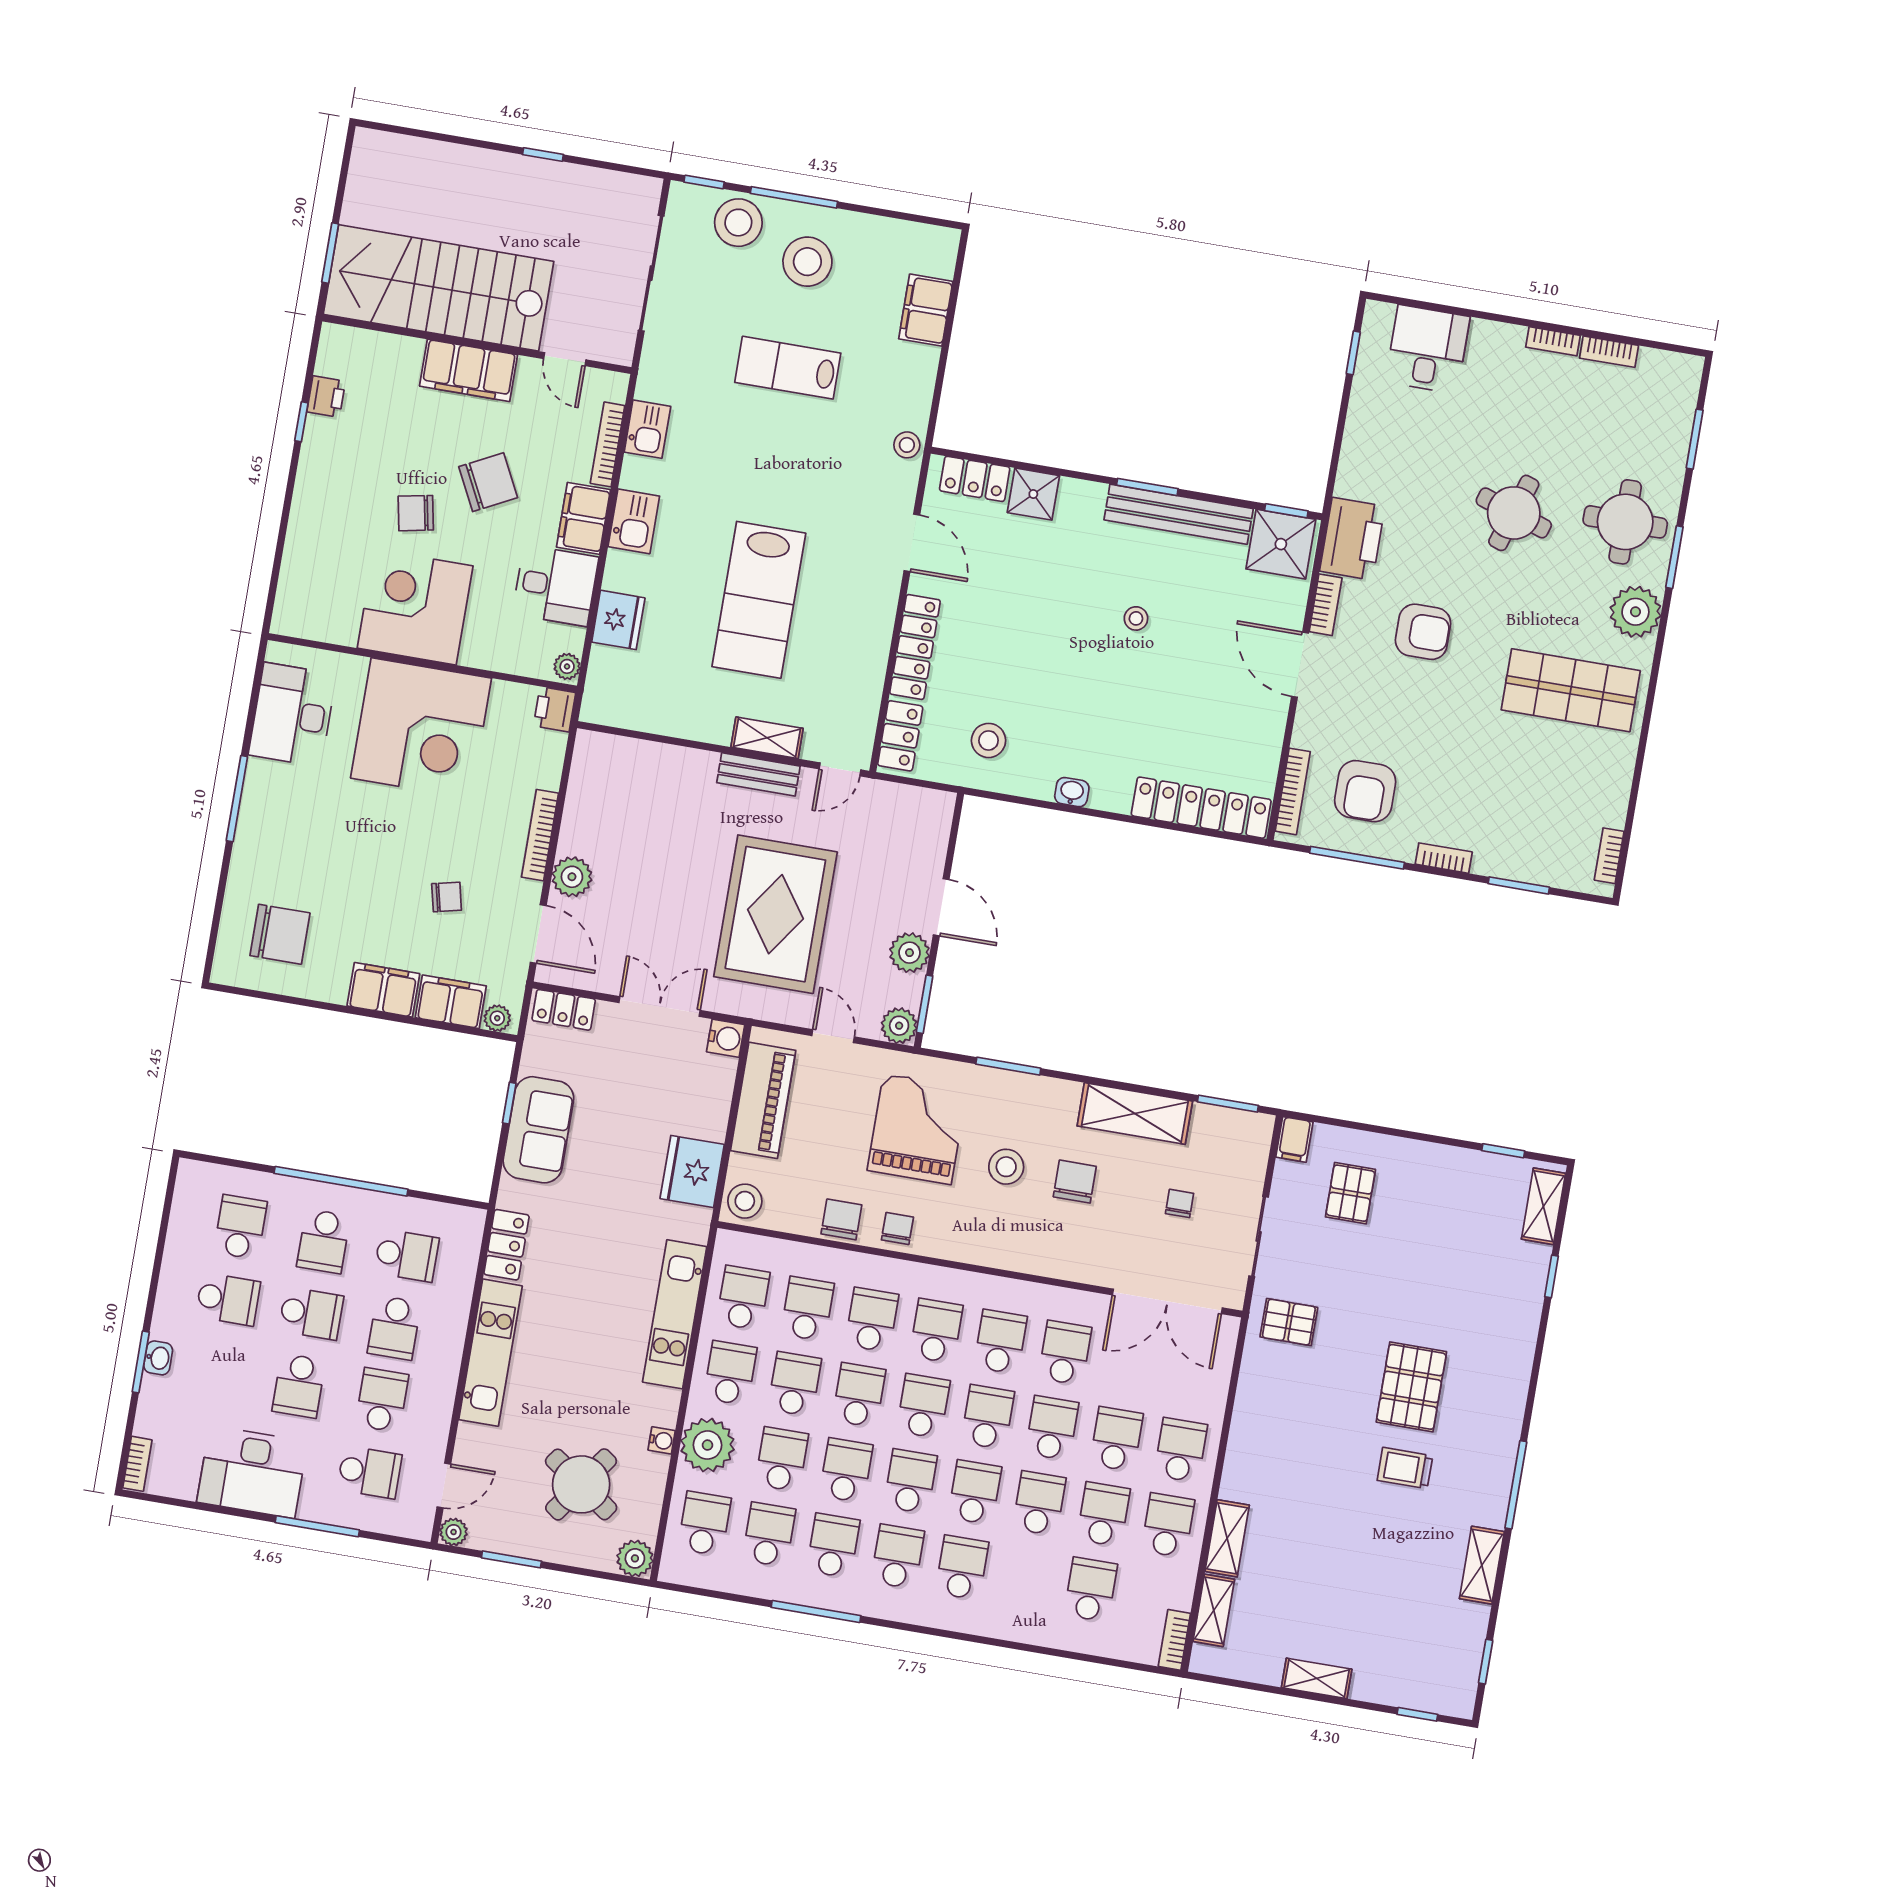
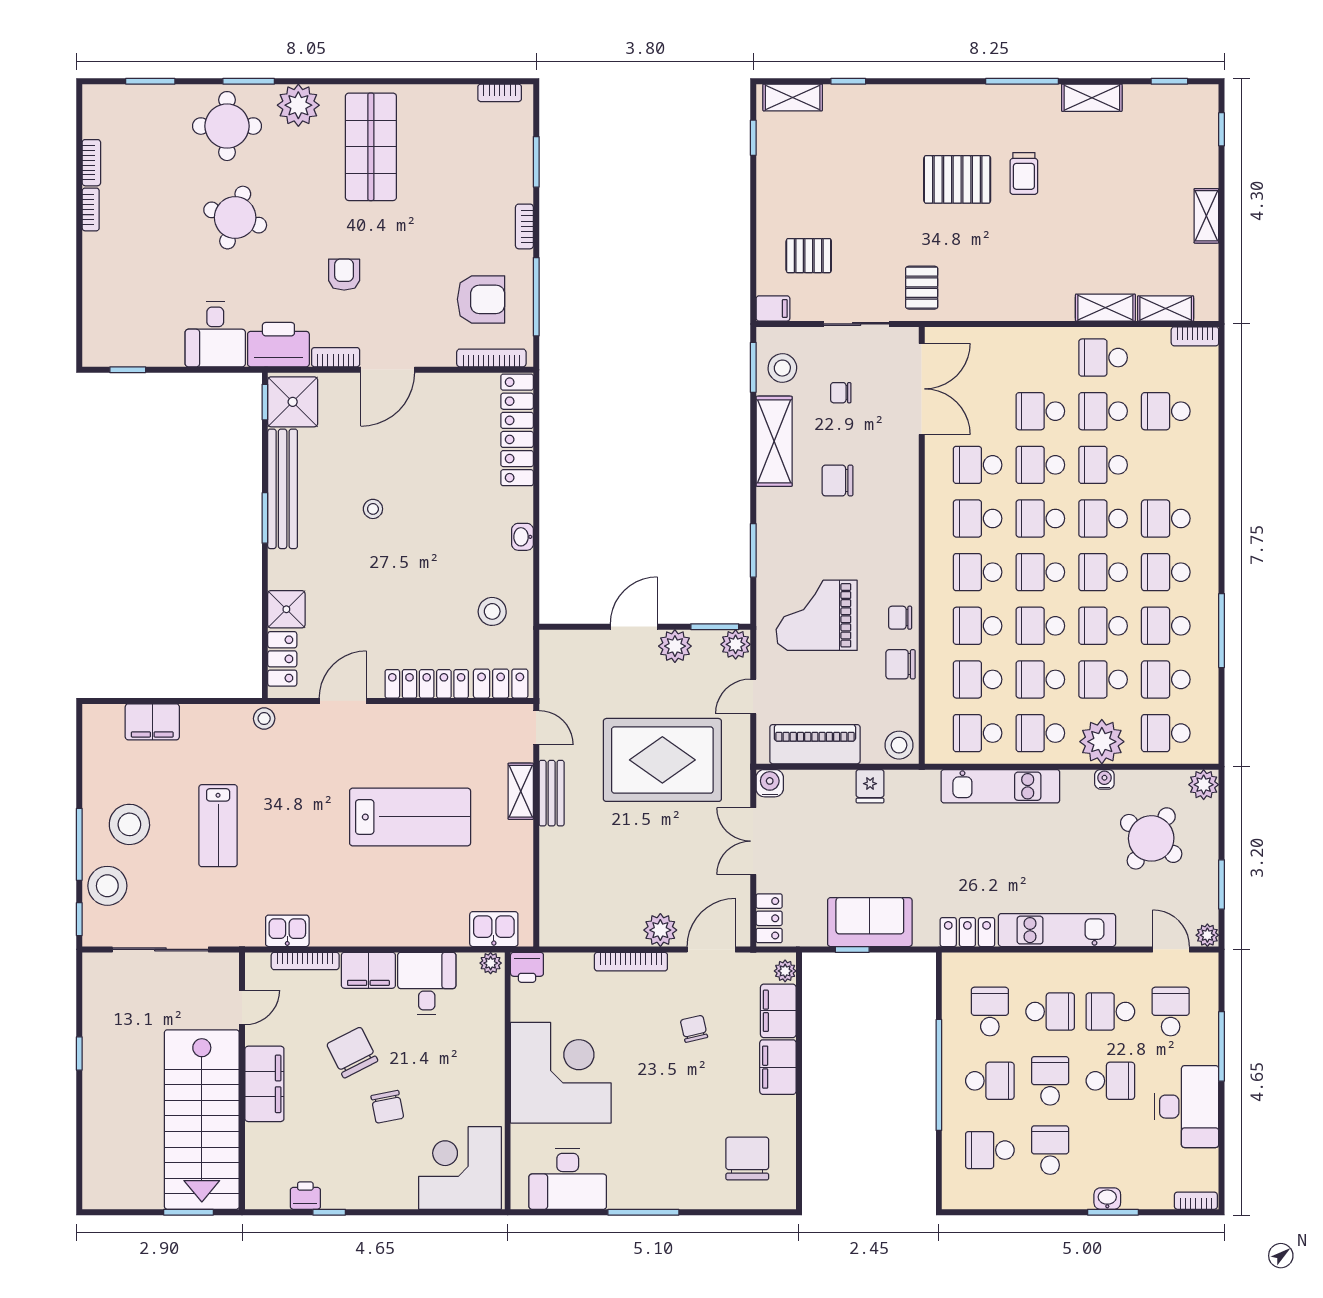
desk: (1428, 349) -> (215, 334), moved, turned -90
kitchen sink: (634, 521) -> (494, 929), moved
corner desk: (415, 607) -> (460, 1168), moved, turned 90
fridge: (618, 620) -> (446, 928), removed
armchair: (1423, 632) -> (344, 275), width x0.72, depth x0.72
stool: (1006, 1167) -> (782, 368), moved
fridge: (692, 1172) -> (870, 786), width x0.53, depth x0.75
school desk: (1181, 1450) -> (1040, 358), removed

